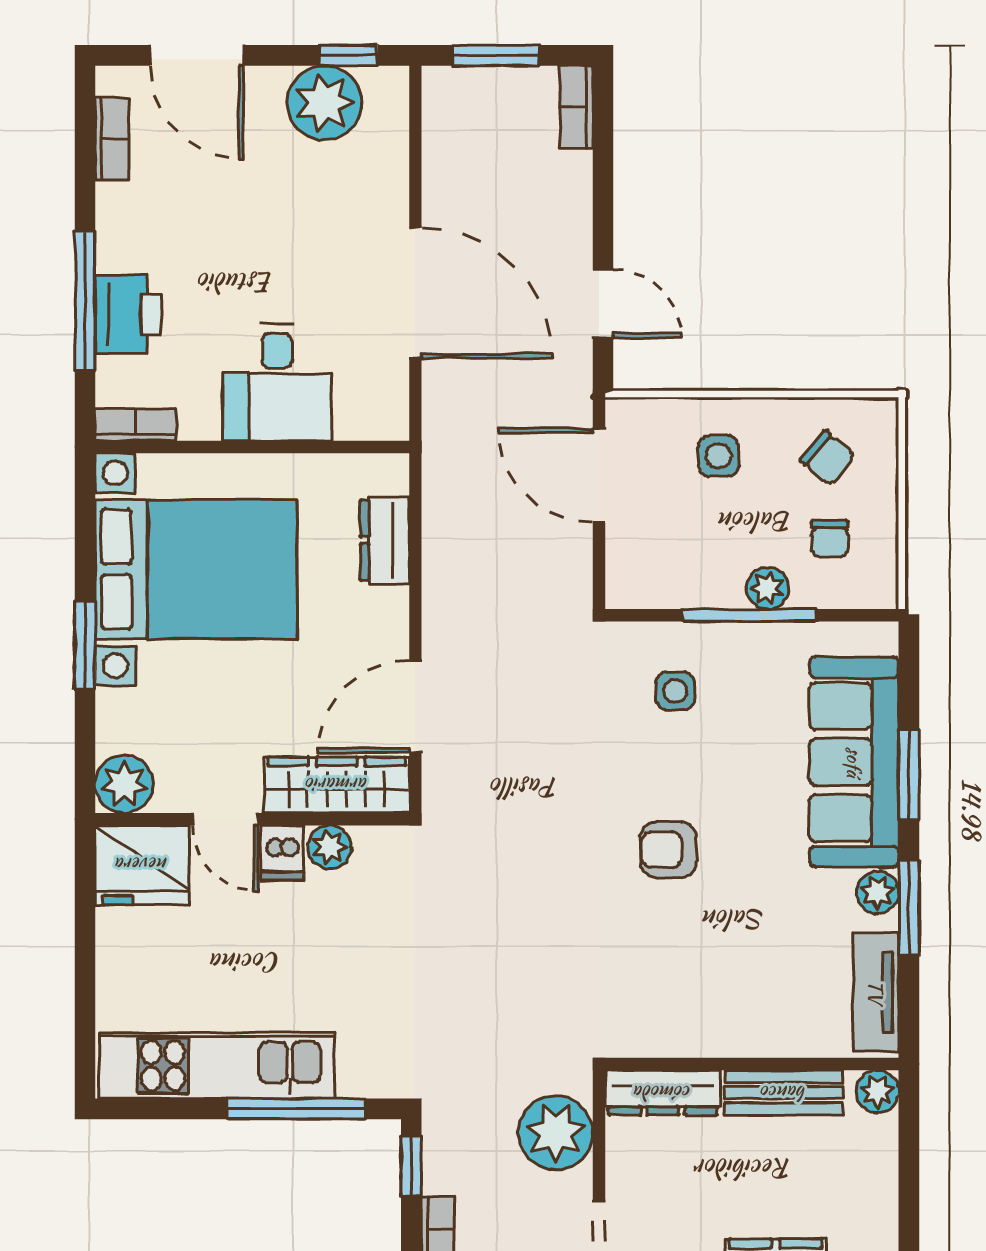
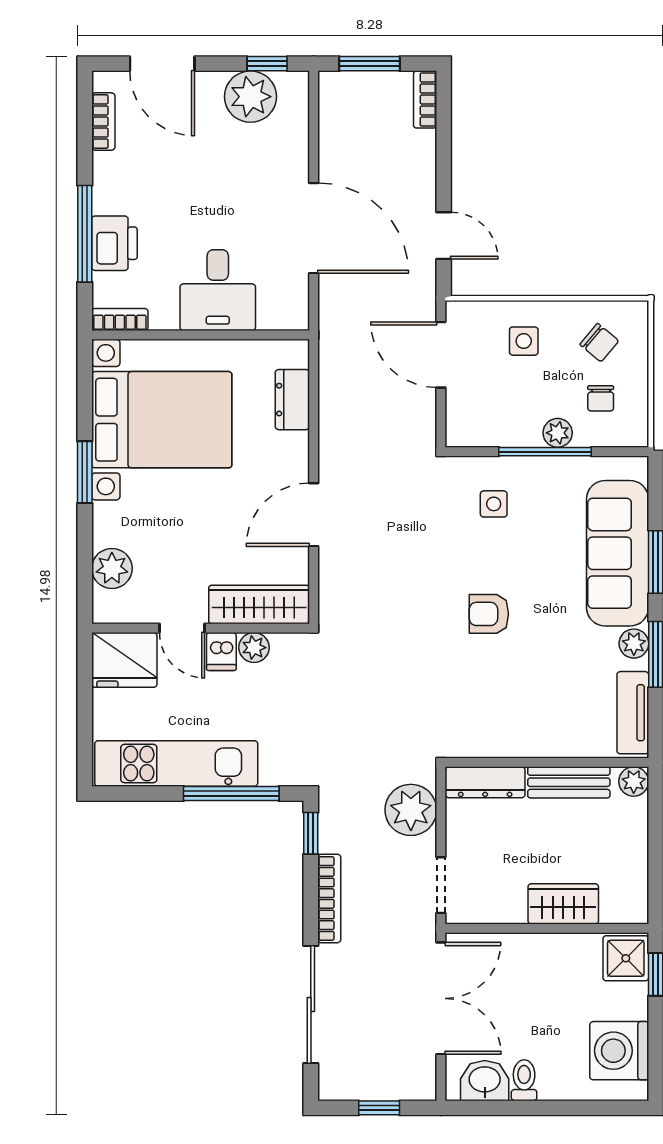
wardrobe: (337, 785) -> (259, 604), moved
door: (225, 819) -> (182, 628), moved
wall: (252, 819) -> (201, 628), moved
plant: (329, 847) -> (254, 648), moved
dishwasher: (282, 853) -> (221, 651), moved
fridge: (142, 865) -> (124, 660), moved

